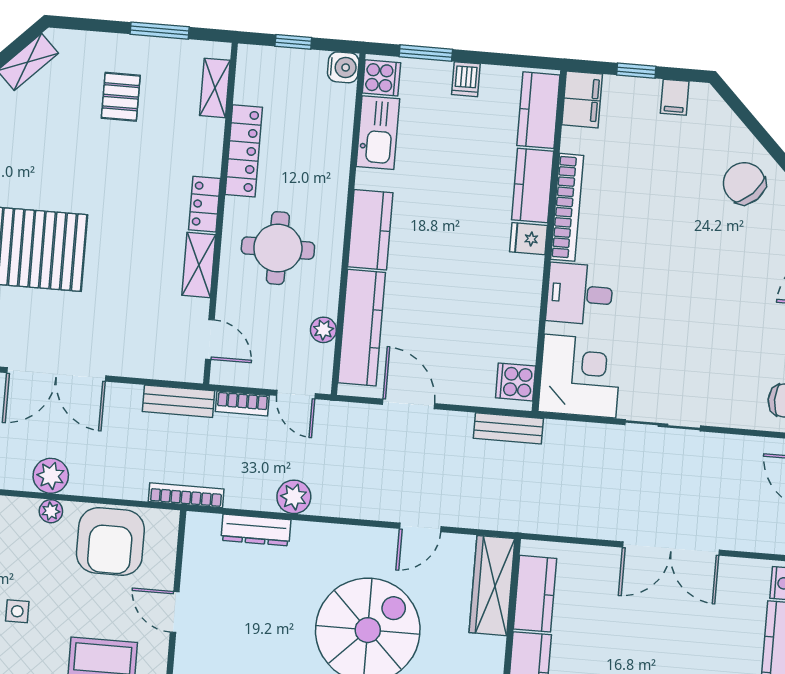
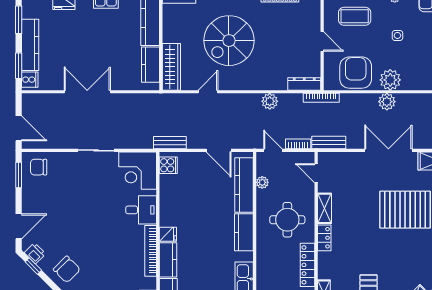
plant: (51, 511) -> (390, 80), width x1.87, depth x1.87
dresser: (256, 530) -> (304, 84), moved

